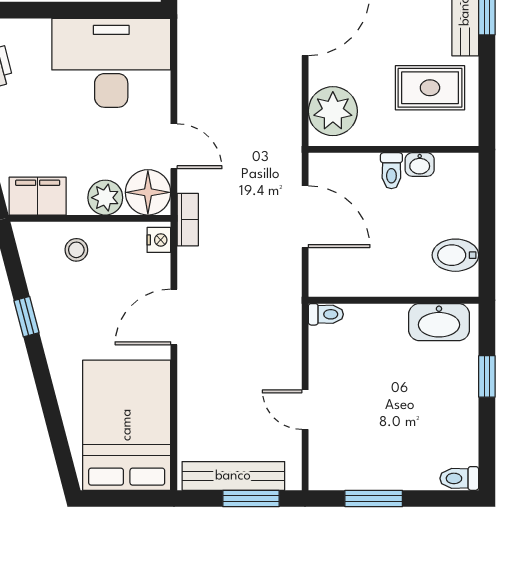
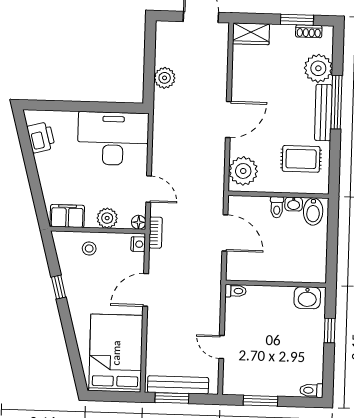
floor lamp: (148, 192) -> (139, 222), width x0.53, depth x0.53
bidet: (455, 255) -> (313, 211), moved, turned -90
washbasin: (439, 322) -> (307, 298), width x0.72
window: (251, 499) -> (172, 398), moved

